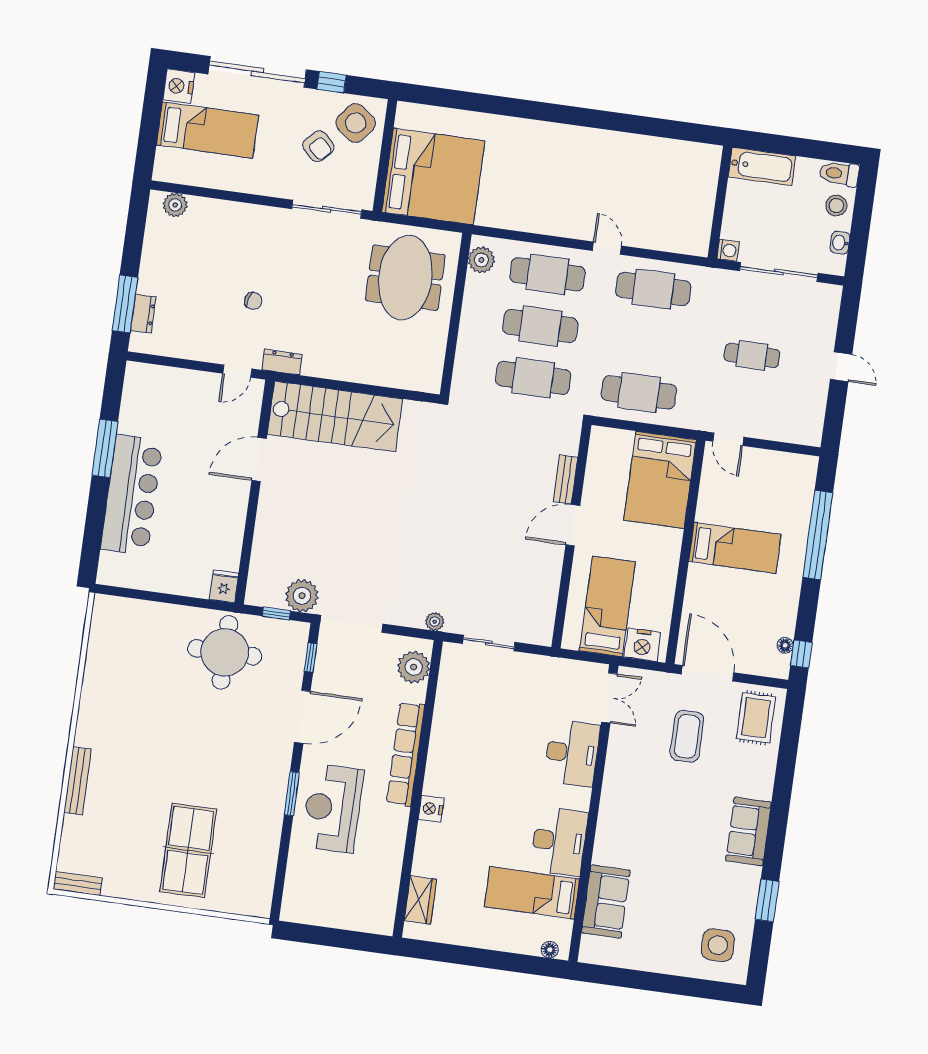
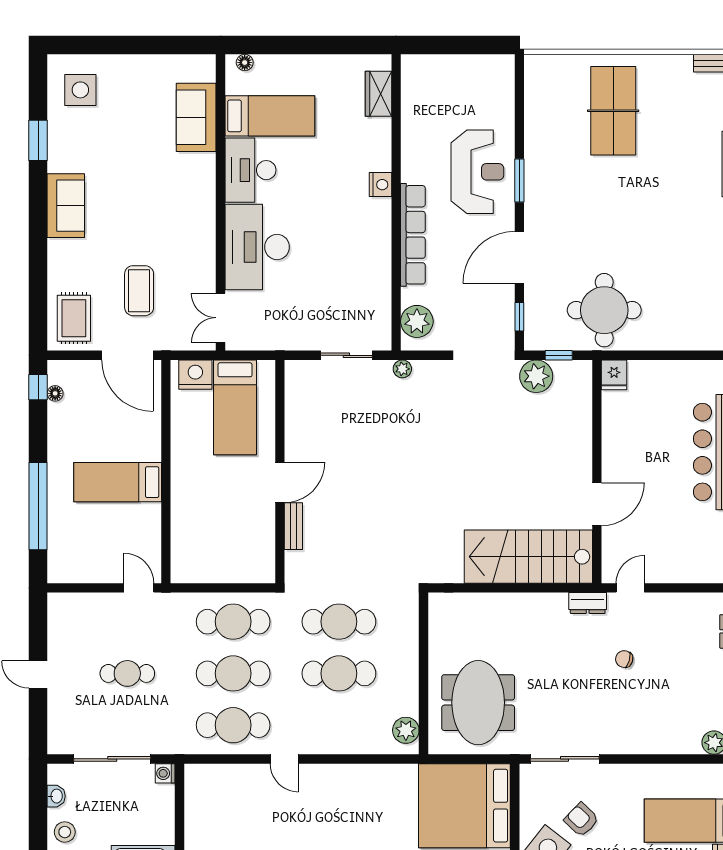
cafe table: (548, 274) -> (233, 673), moved
bed: (660, 480) -> (201, 539), removed
desk: (572, 753) -> (257, 247), width x1.36, depth x1.30

